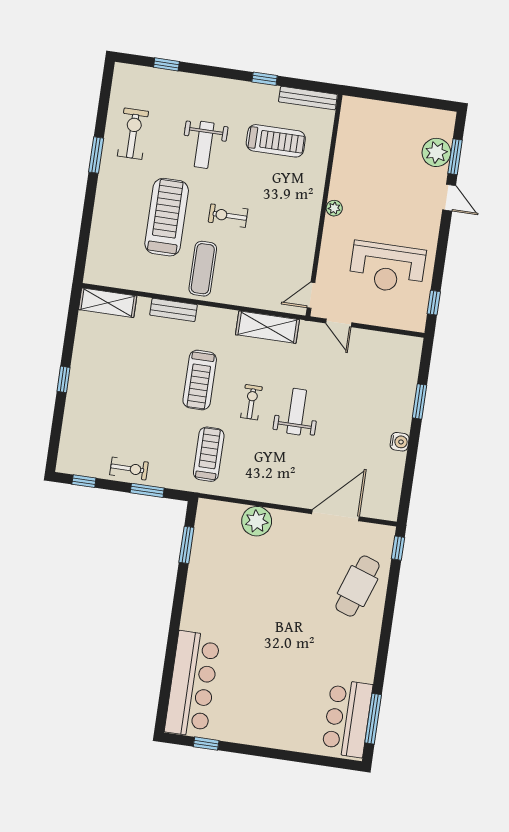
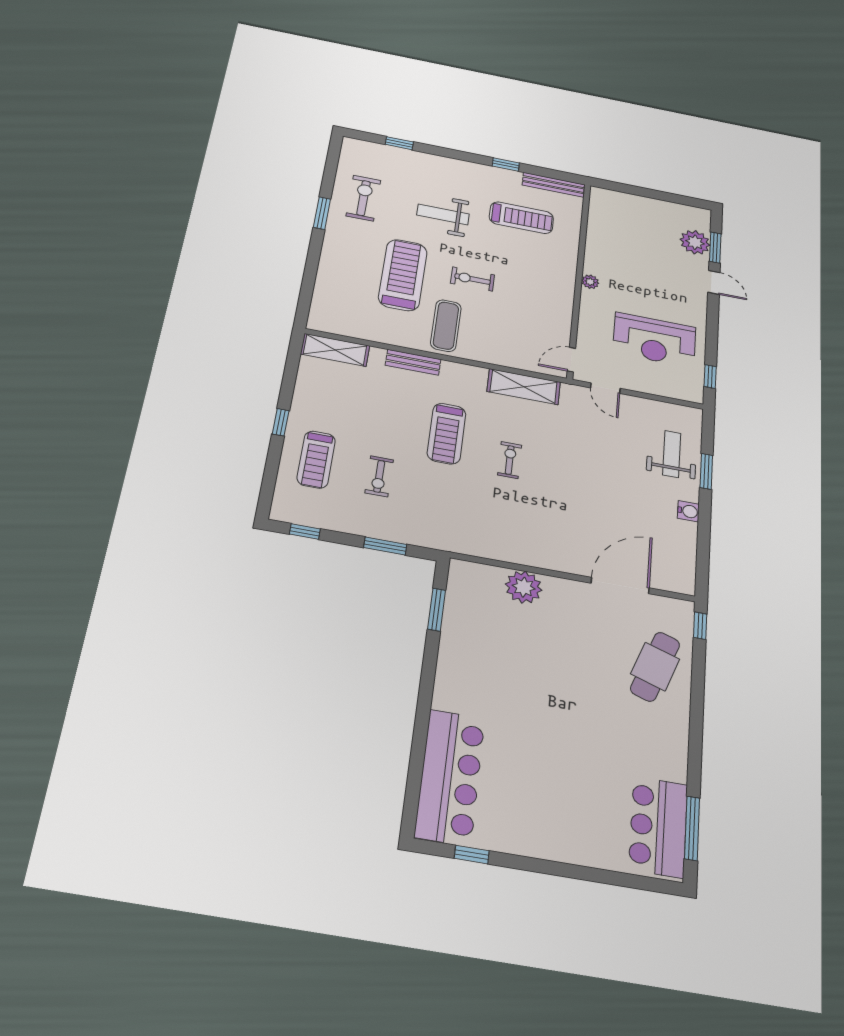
weight bench: (204, 145) -> (443, 215), turned 90
weight bench: (297, 412) -> (672, 454), moved
treadmill: (209, 454) -> (316, 459), moved, turned 180
exercise bike: (129, 469) -> (379, 476), moved, turned 90

